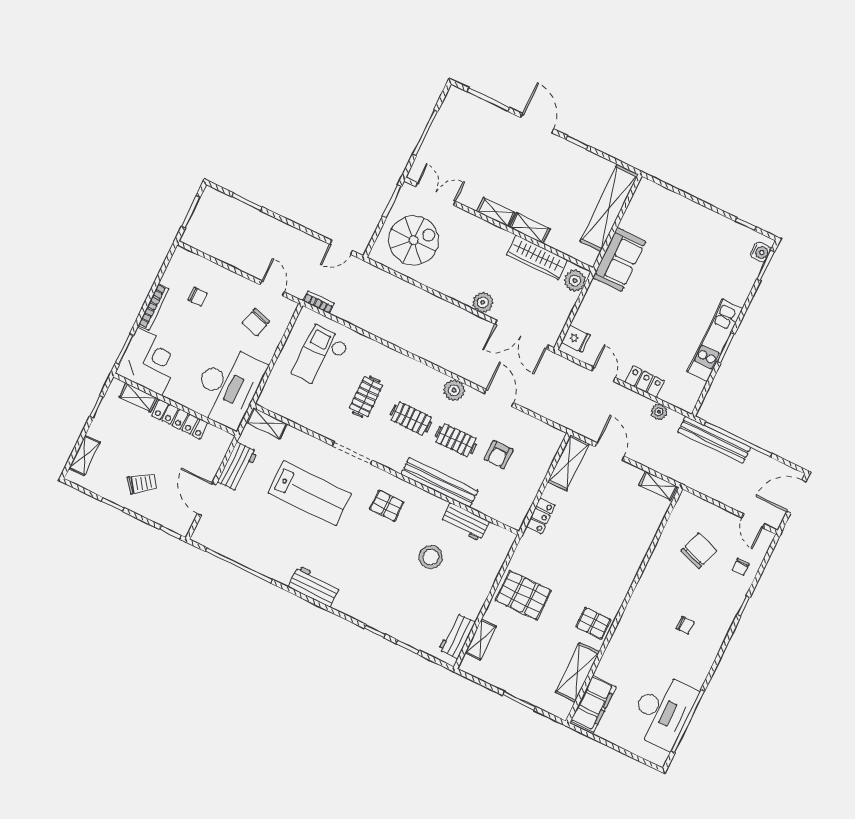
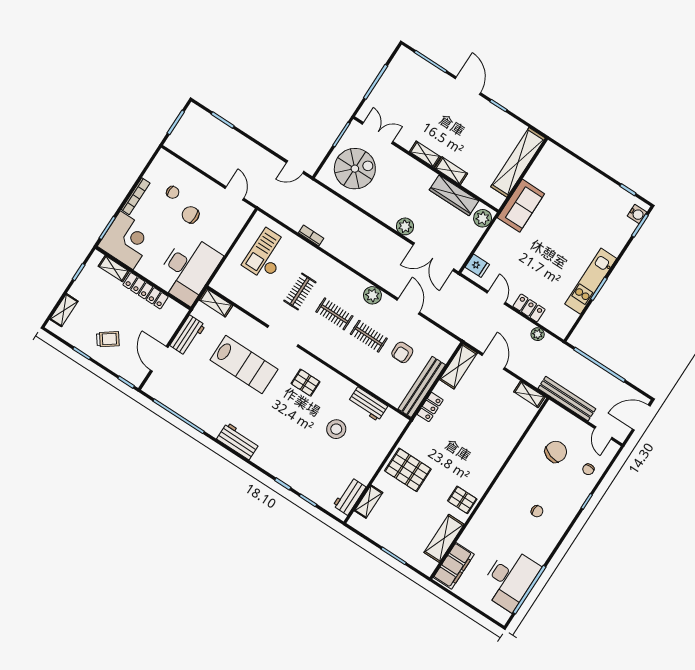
bookcase: (319, 302) -> (311, 236), moved
chair: (256, 322) -> (191, 215), moved, turned 74
bench: (714, 440) -> (567, 399), moved
bench: (439, 483) -> (422, 387), moved, turned 90

